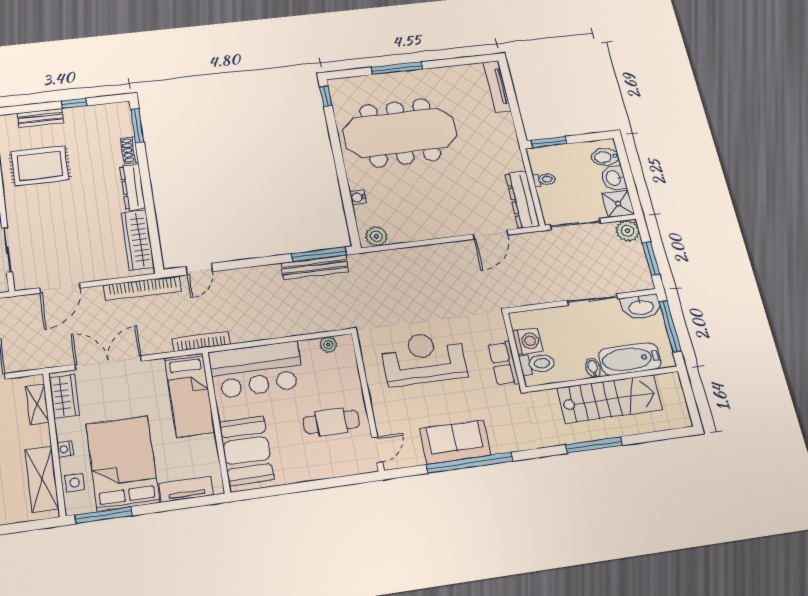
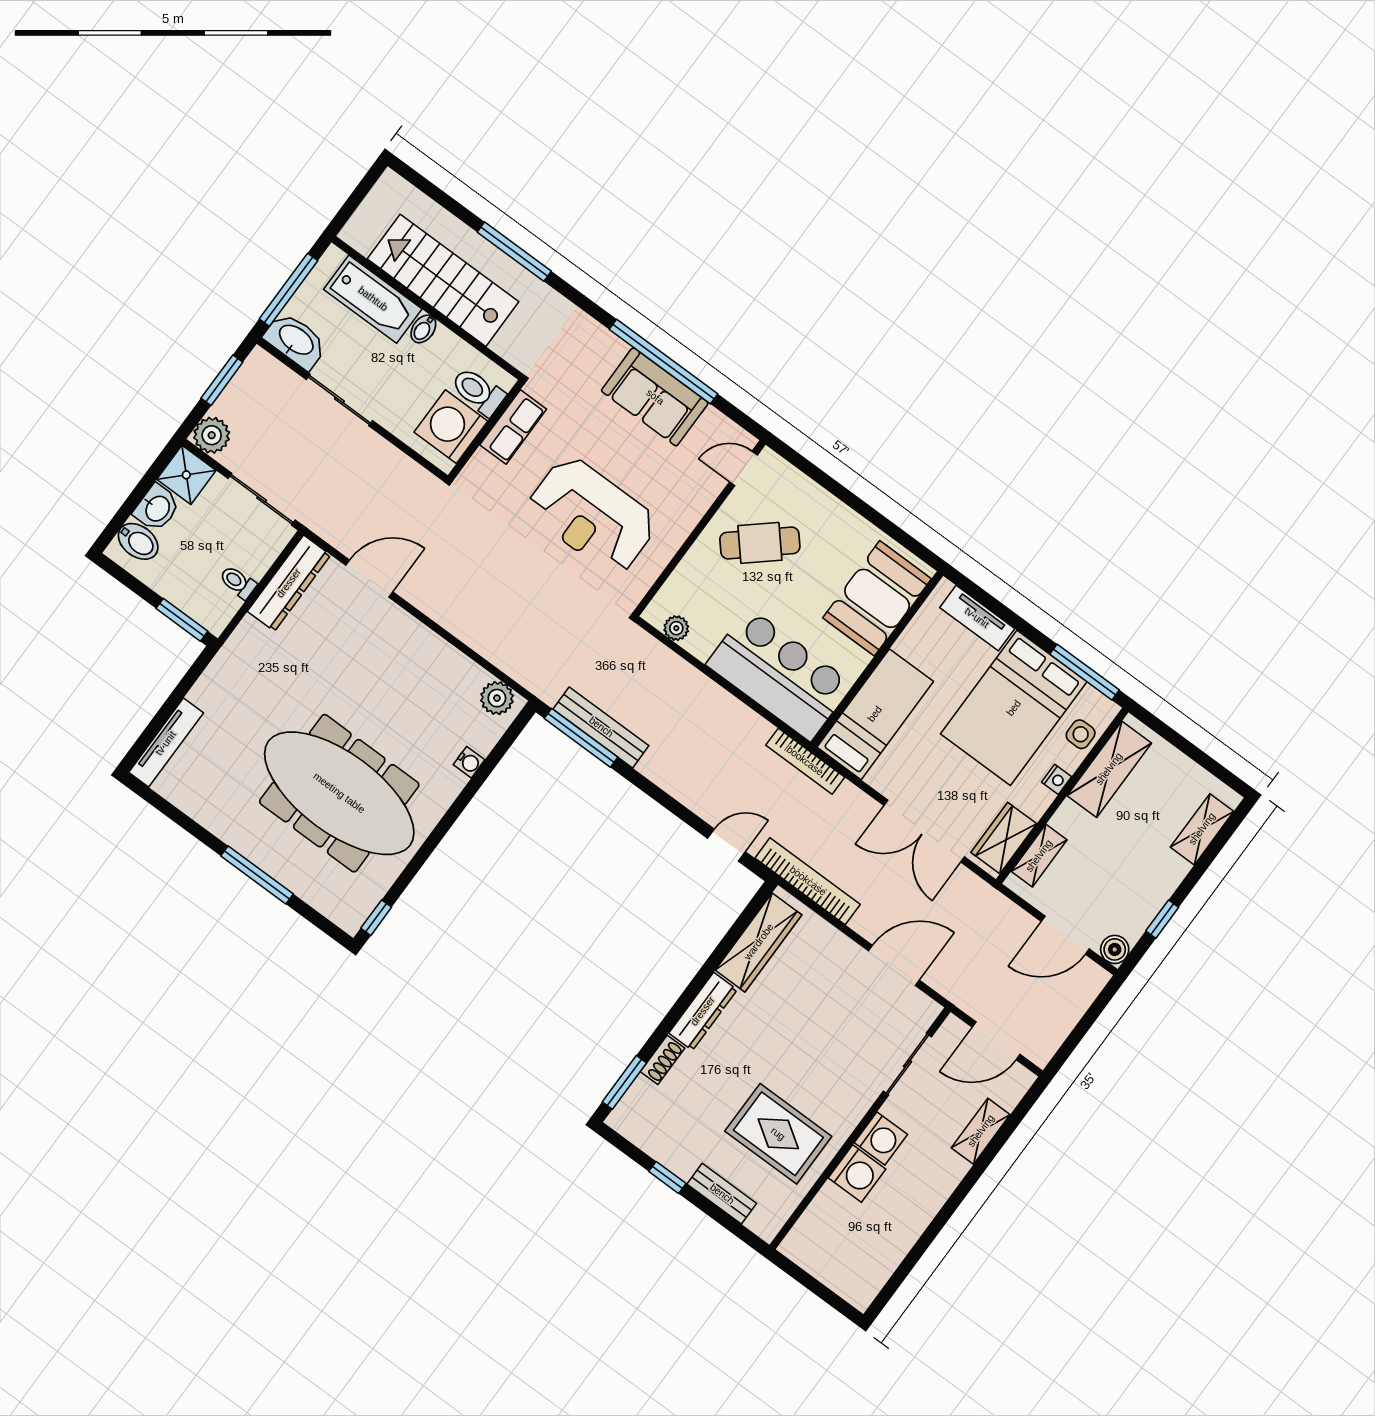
washing machine: (528, 341) -> (451, 427), width x1.37, depth x1.37
cafe table: (331, 422) -> (760, 543), turned -41

